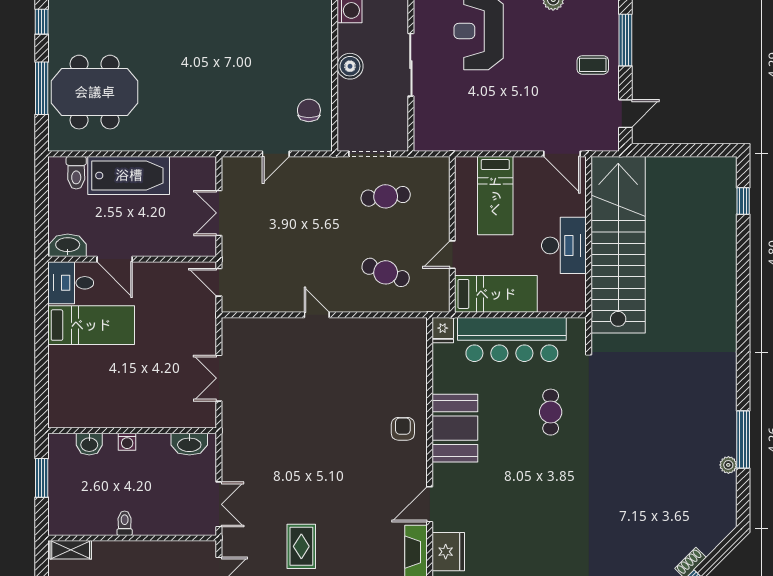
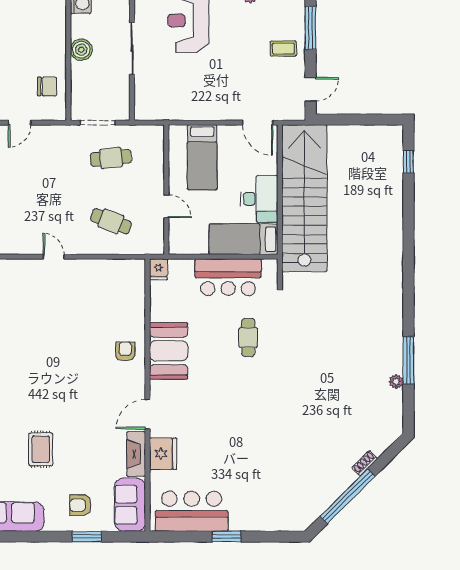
chair: (309, 110) -> (47, 86), turned 90
door: (452, 255) -> (166, 206), swing flipped
bed: (496, 294) -> (244, 239), moved, turned 180
bar counter: (512, 340) -> (228, 277), width x0.73

